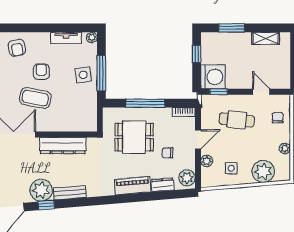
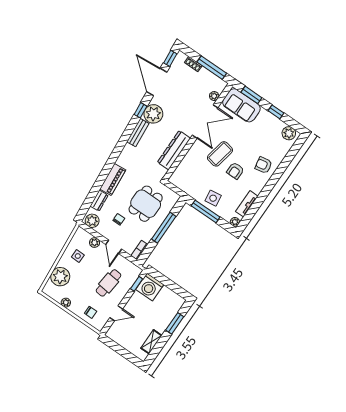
window: (197, 54) -> (173, 287), removed
armchair: (41, 72) -> (235, 171), turned 90

